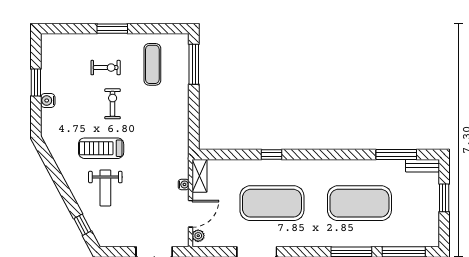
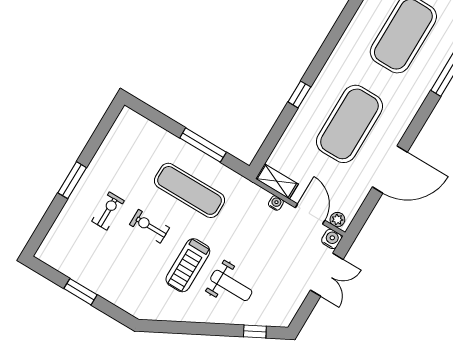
exercise mat: (152, 64) -> (190, 190), moved, width x1.36, depth x1.45
window: (194, 64) -> (203, 145), moved
water cooler: (48, 100) -> (332, 239), moved, turned 180

